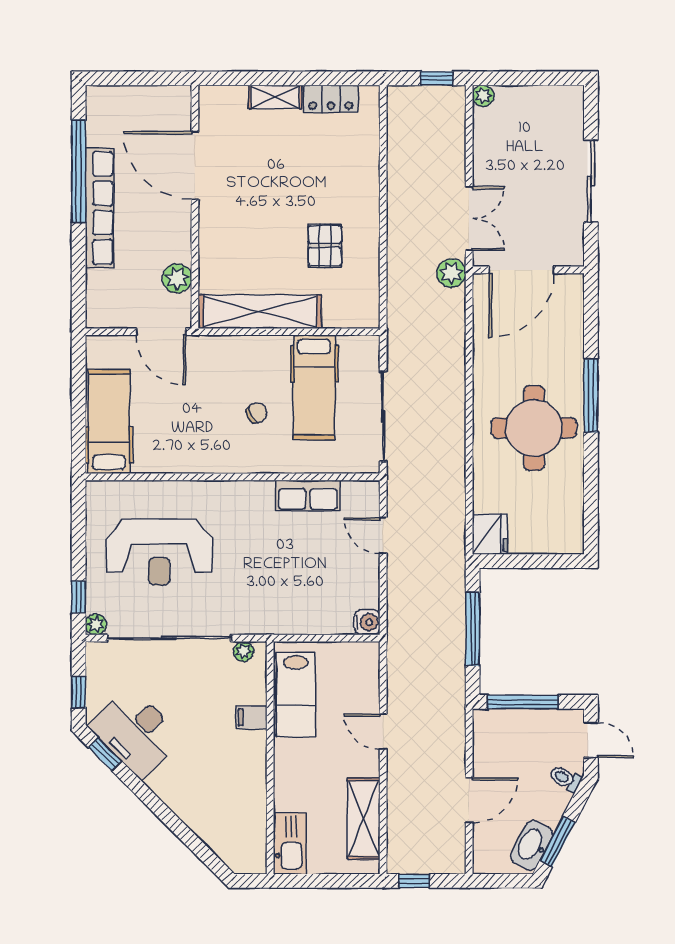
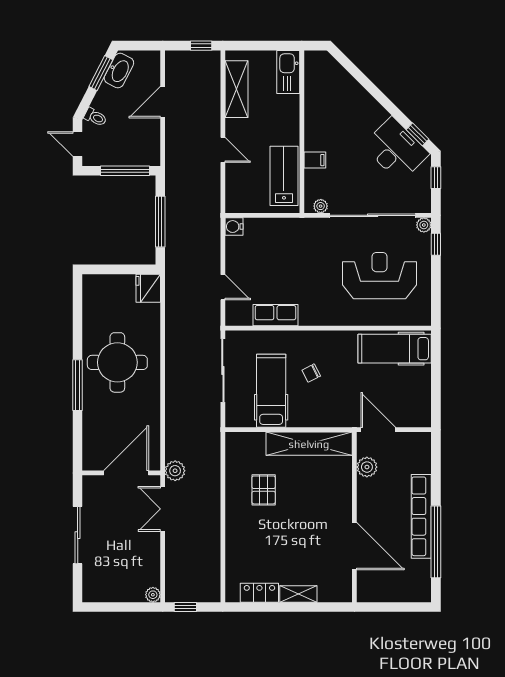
hospital bed: (109, 421) -> (395, 349), moved, turned 90

